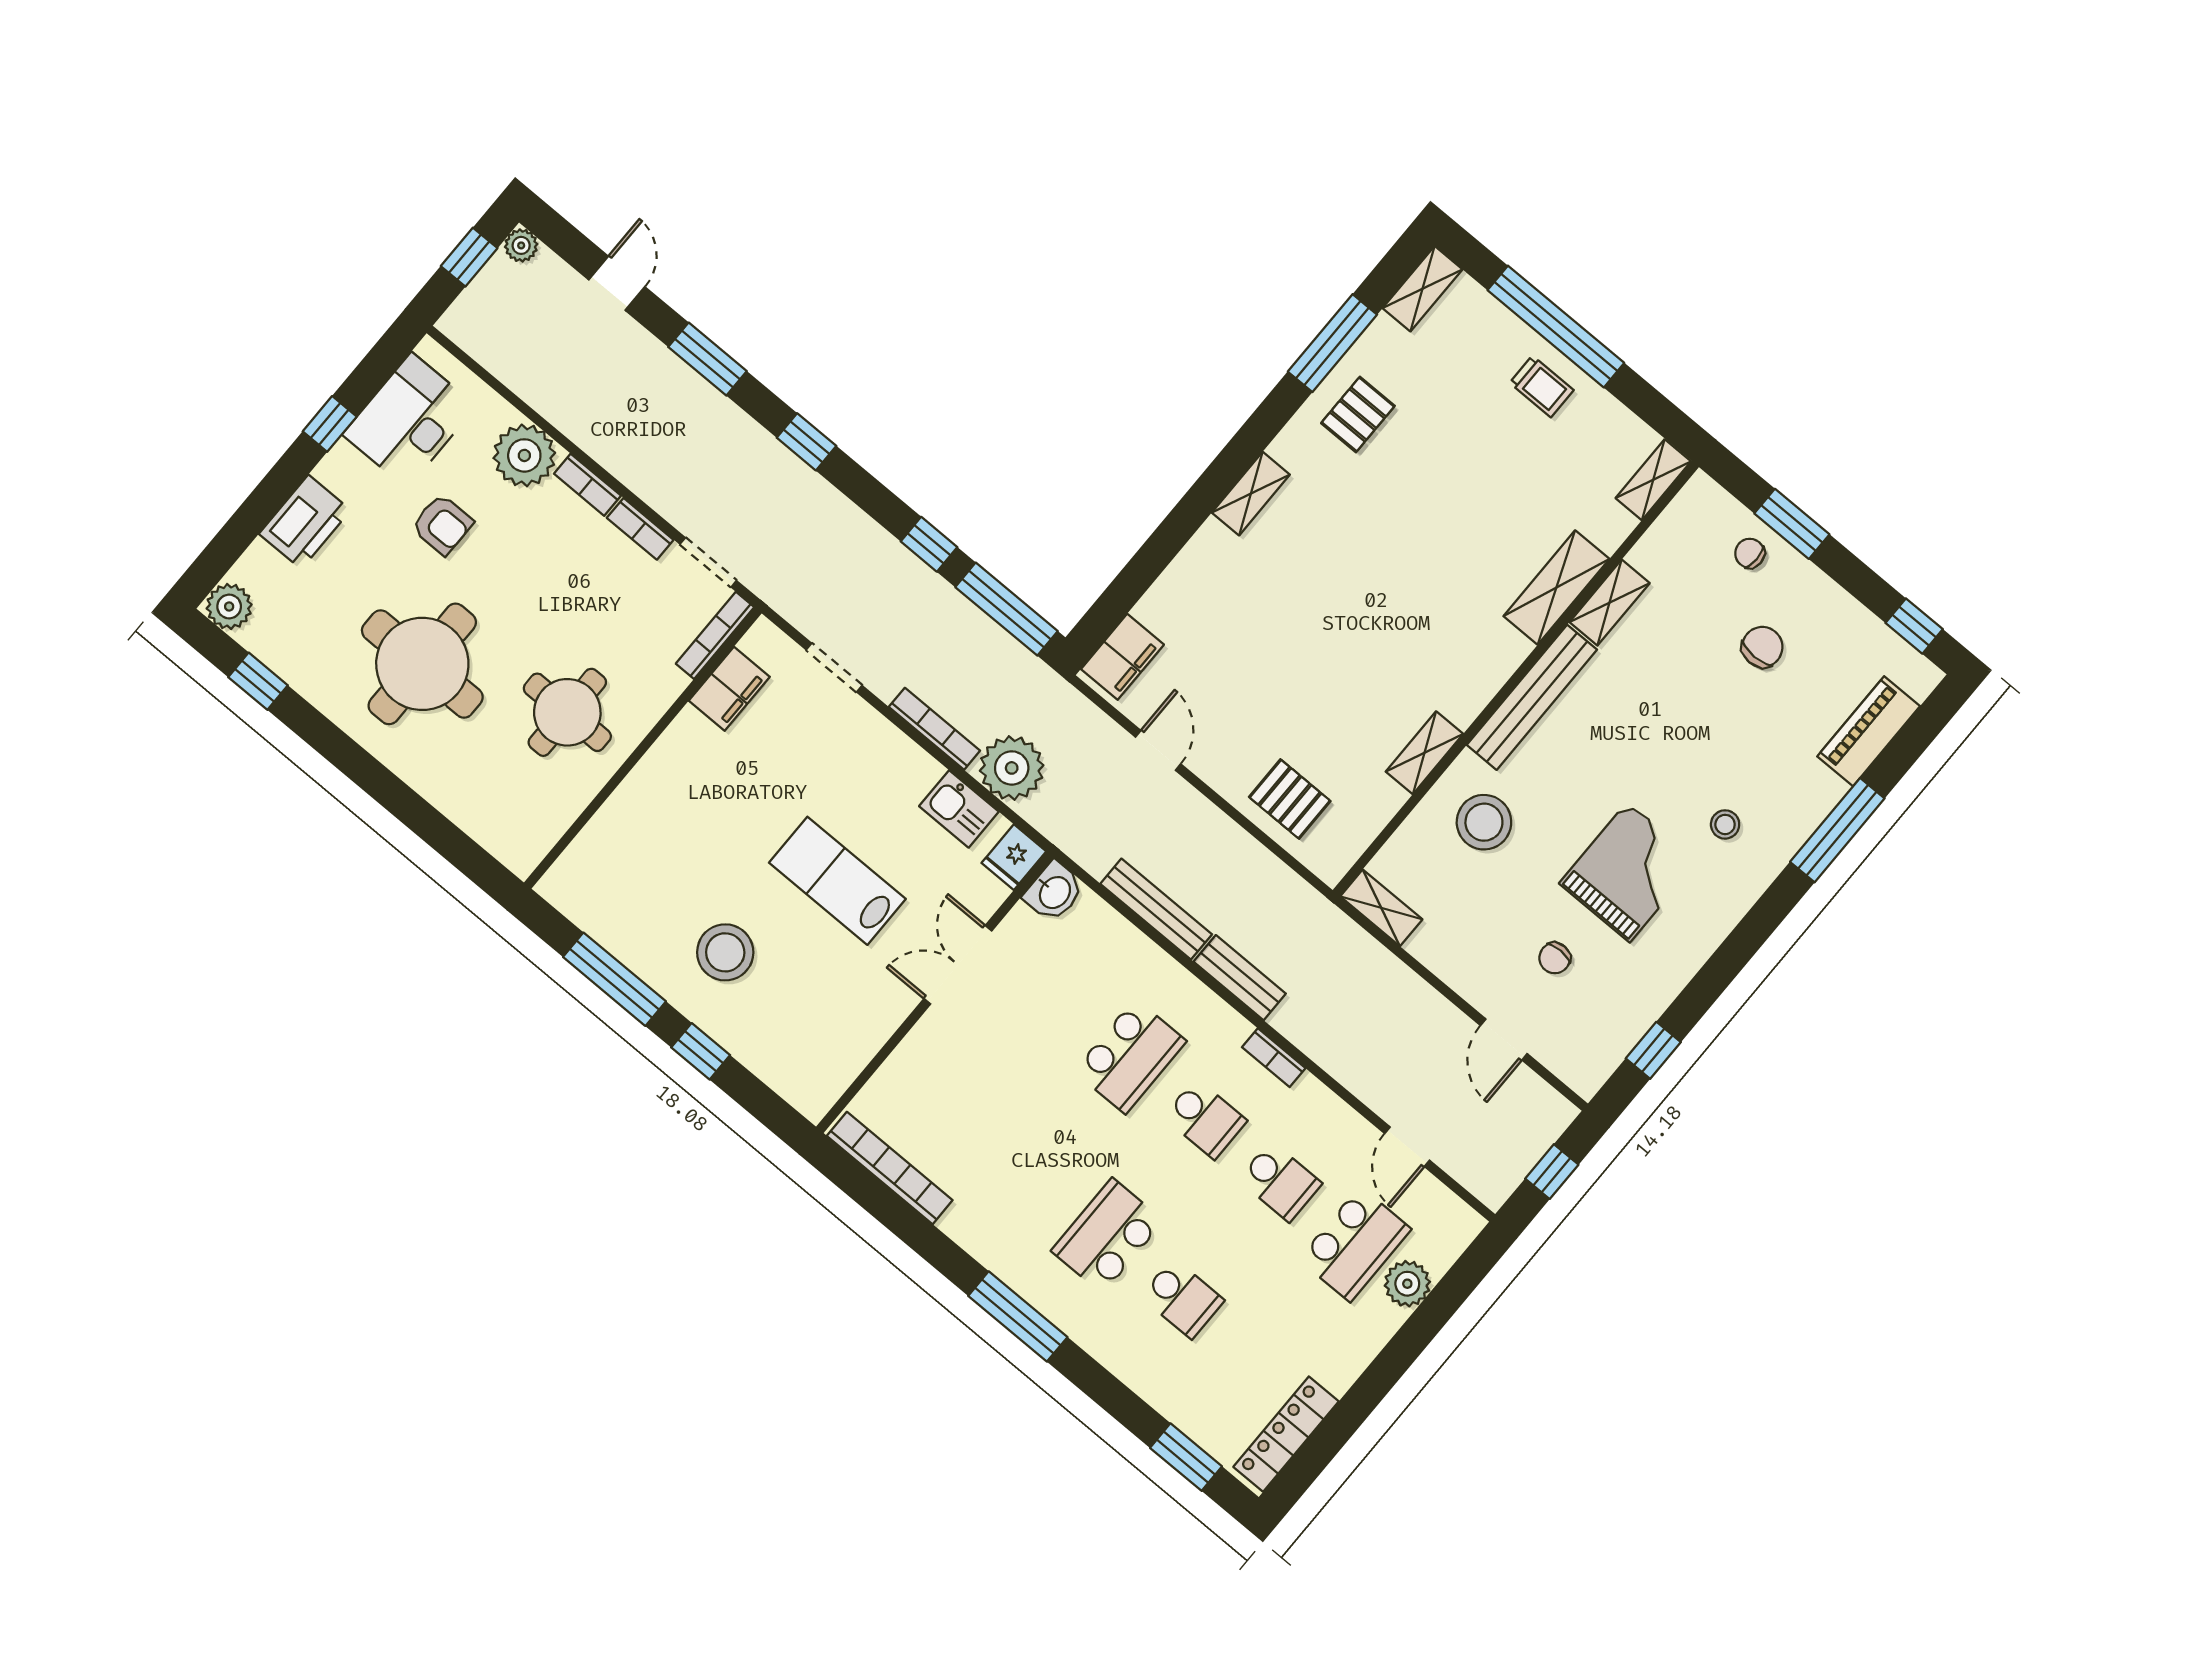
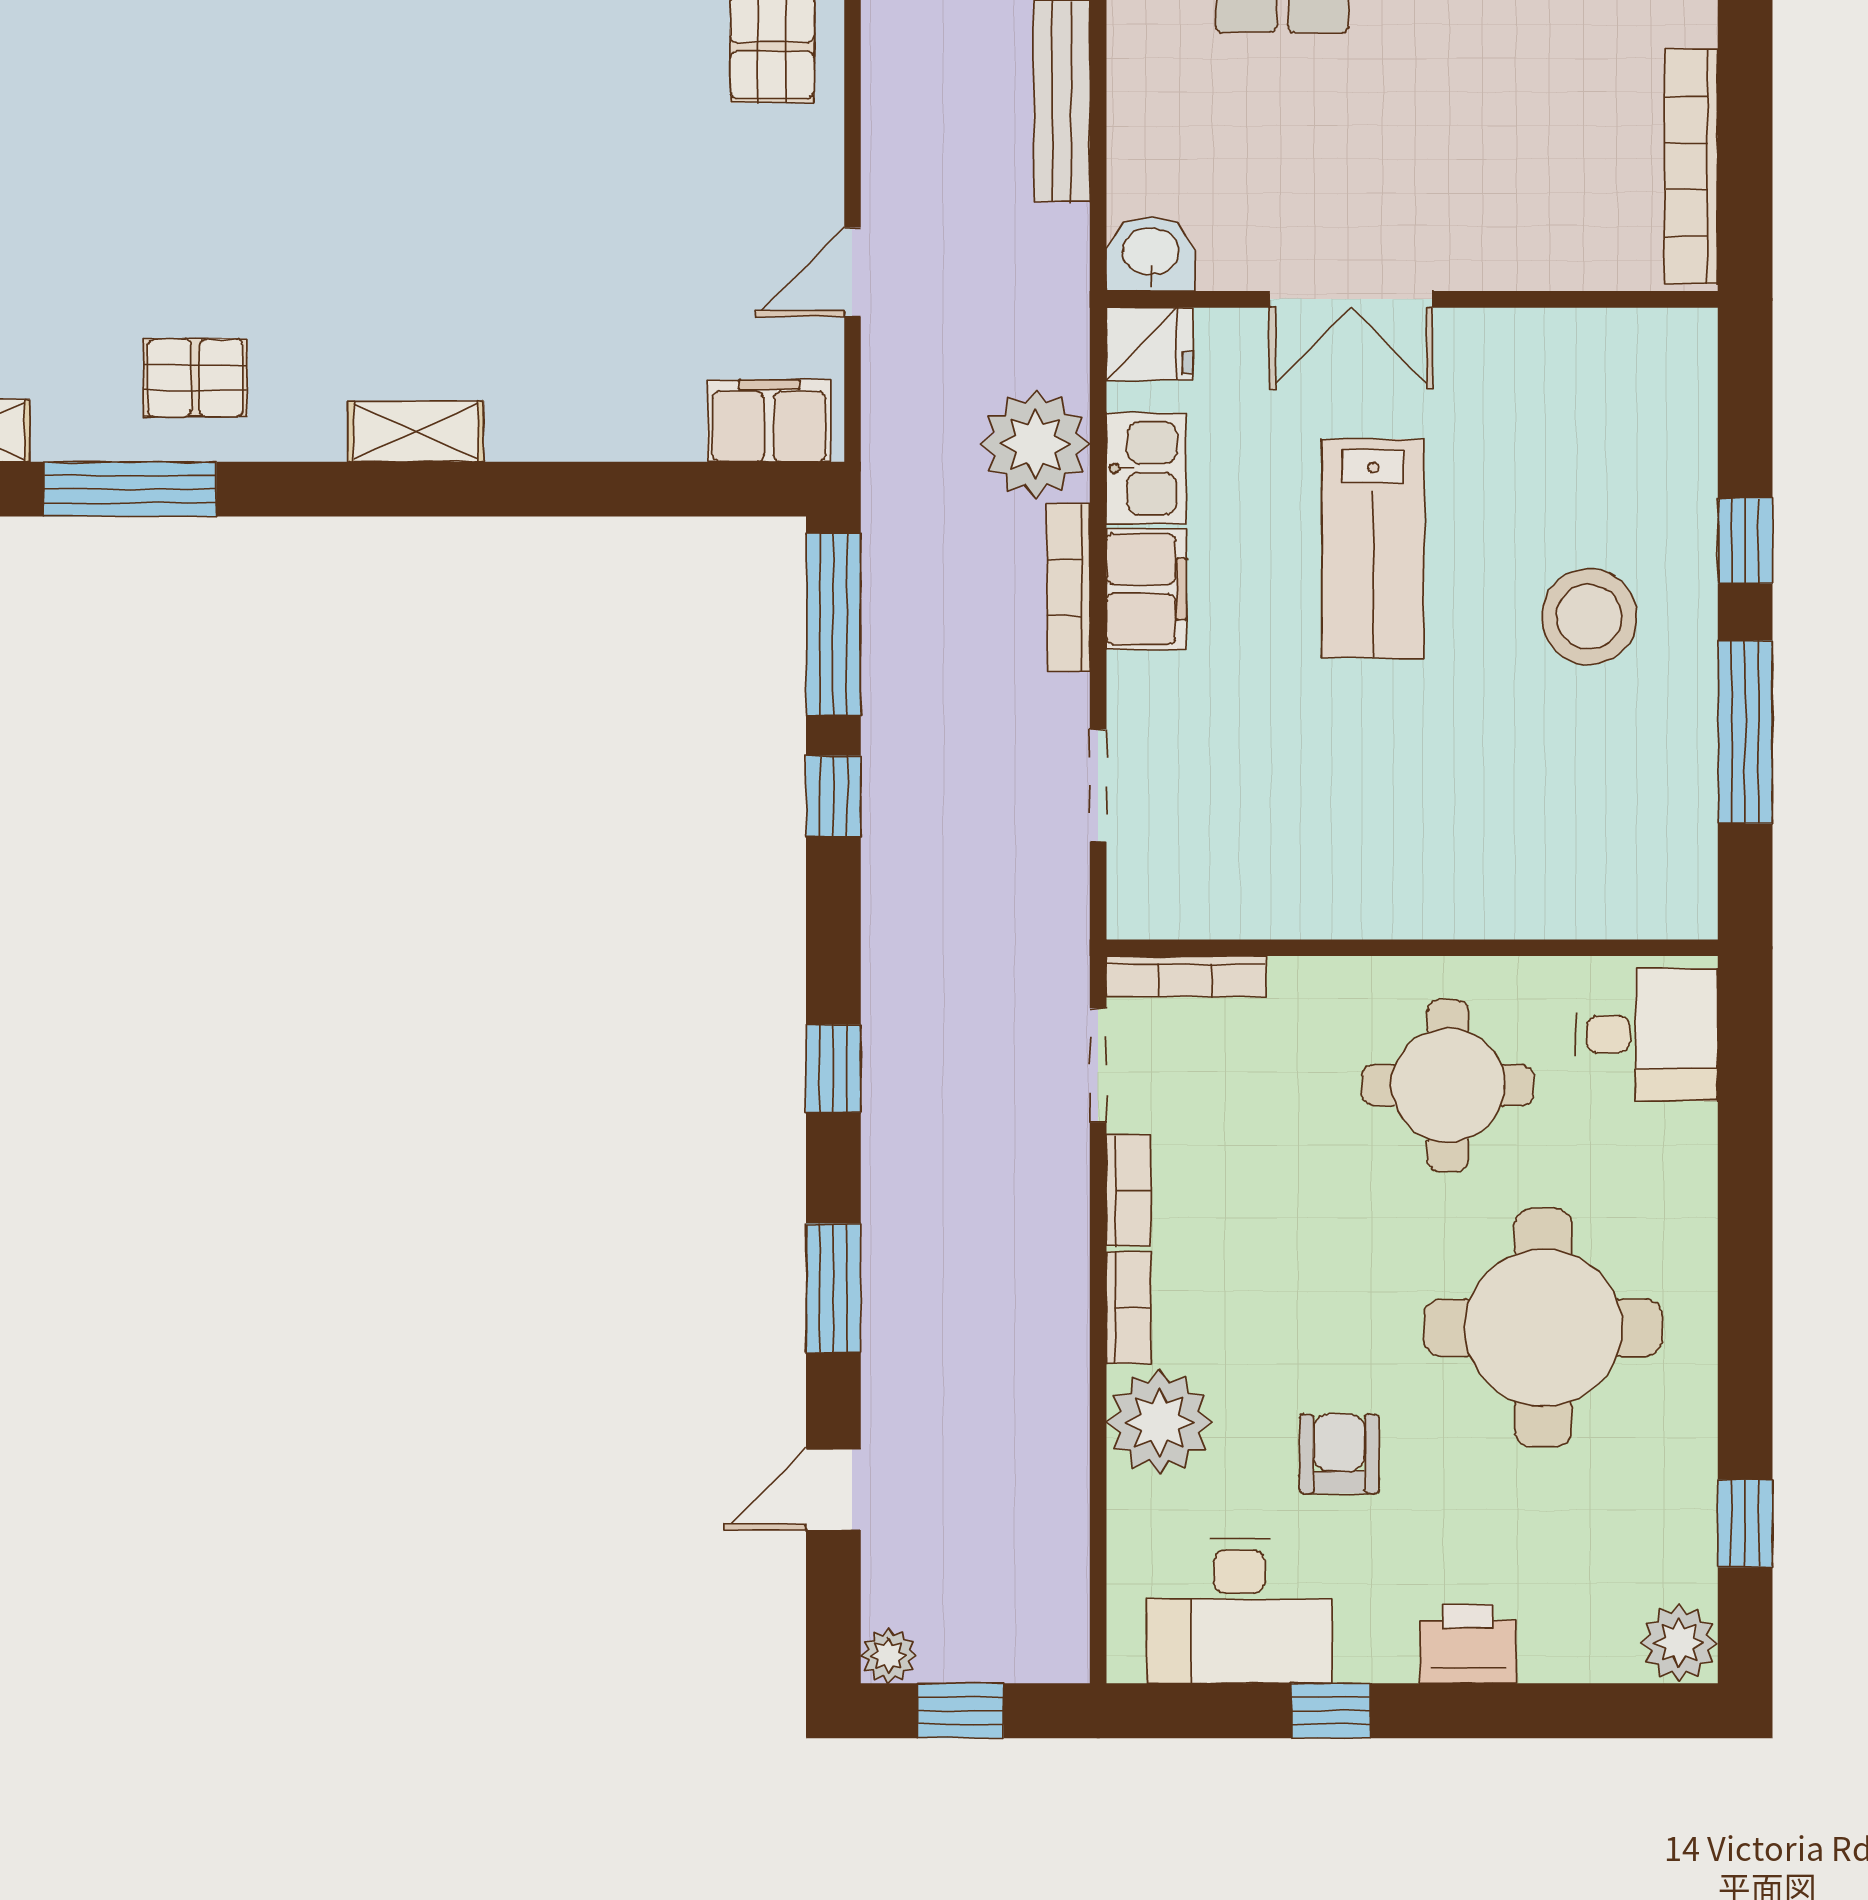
printer: (305, 522) -> (1468, 1644), width x0.73, depth x0.84
filing cabinet: (729, 689) -> (1146, 589), moved, turned 90
desk: (515, 821) -> (1647, 1034), added

